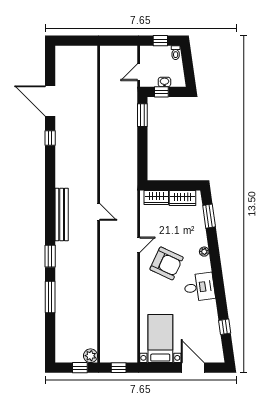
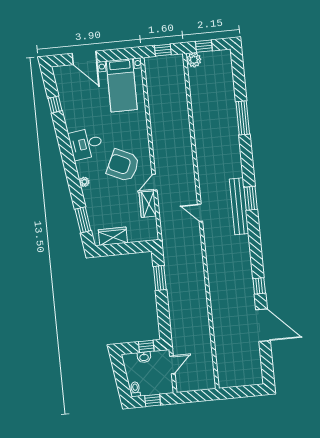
window: (142, 115) -> (160, 278), moved
wardrobe: (156, 197) -> (148, 204), moved, turned -90
window: (50, 256) -> (251, 198), moved

